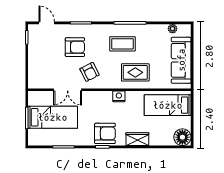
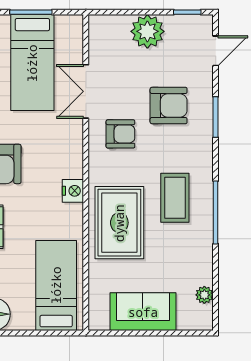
armchair: (75, 47) -> (169, 106), turned -90
plant: (37, 58) -> (147, 31), added
sofa: (181, 60) -> (143, 312), width x0.73
armchair: (90, 72) -> (120, 134), turned -153
rug: (135, 72) -> (119, 223), width x1.36, depth x1.43

